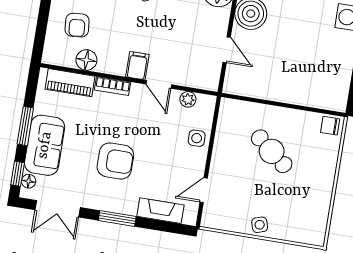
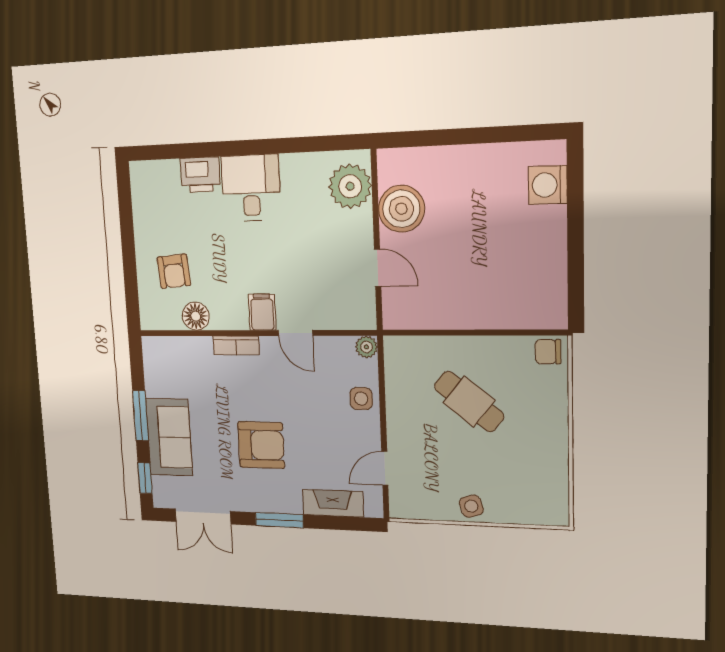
piano: (70, 83) -> (182, 350), removed
plant: (188, 99) -> (366, 347), moved
floor lamp: (29, 181) -> (160, 486), removed

